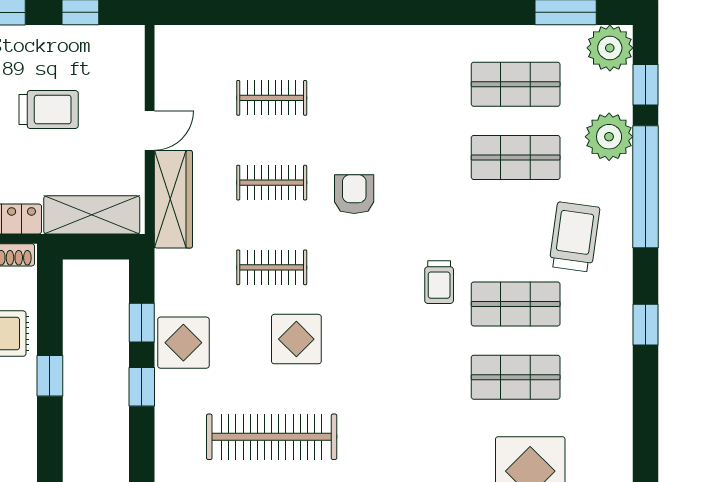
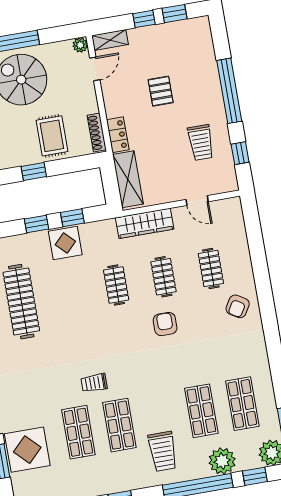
armchair: (345, 63) -> (238, 306), added
trolley: (49, 109) -> (201, 142), moved
door: (150, 130) -> (197, 201), moved
armchair: (354, 194) -> (165, 324), turned -90
trolley: (574, 237) -> (163, 451), turned 82
trolley: (439, 282) -> (94, 383), moved
display table: (296, 339) -> (78, 306), removed

